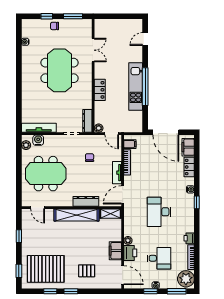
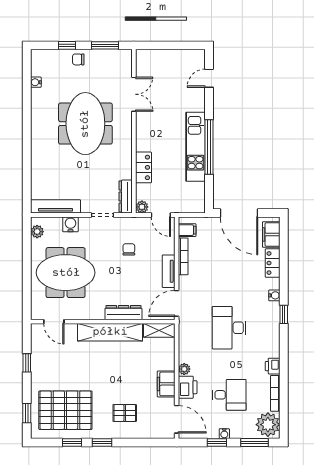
locker: (100, 90) -> (144, 167), moved
water cooler: (38, 140) -> (70, 224), moved

